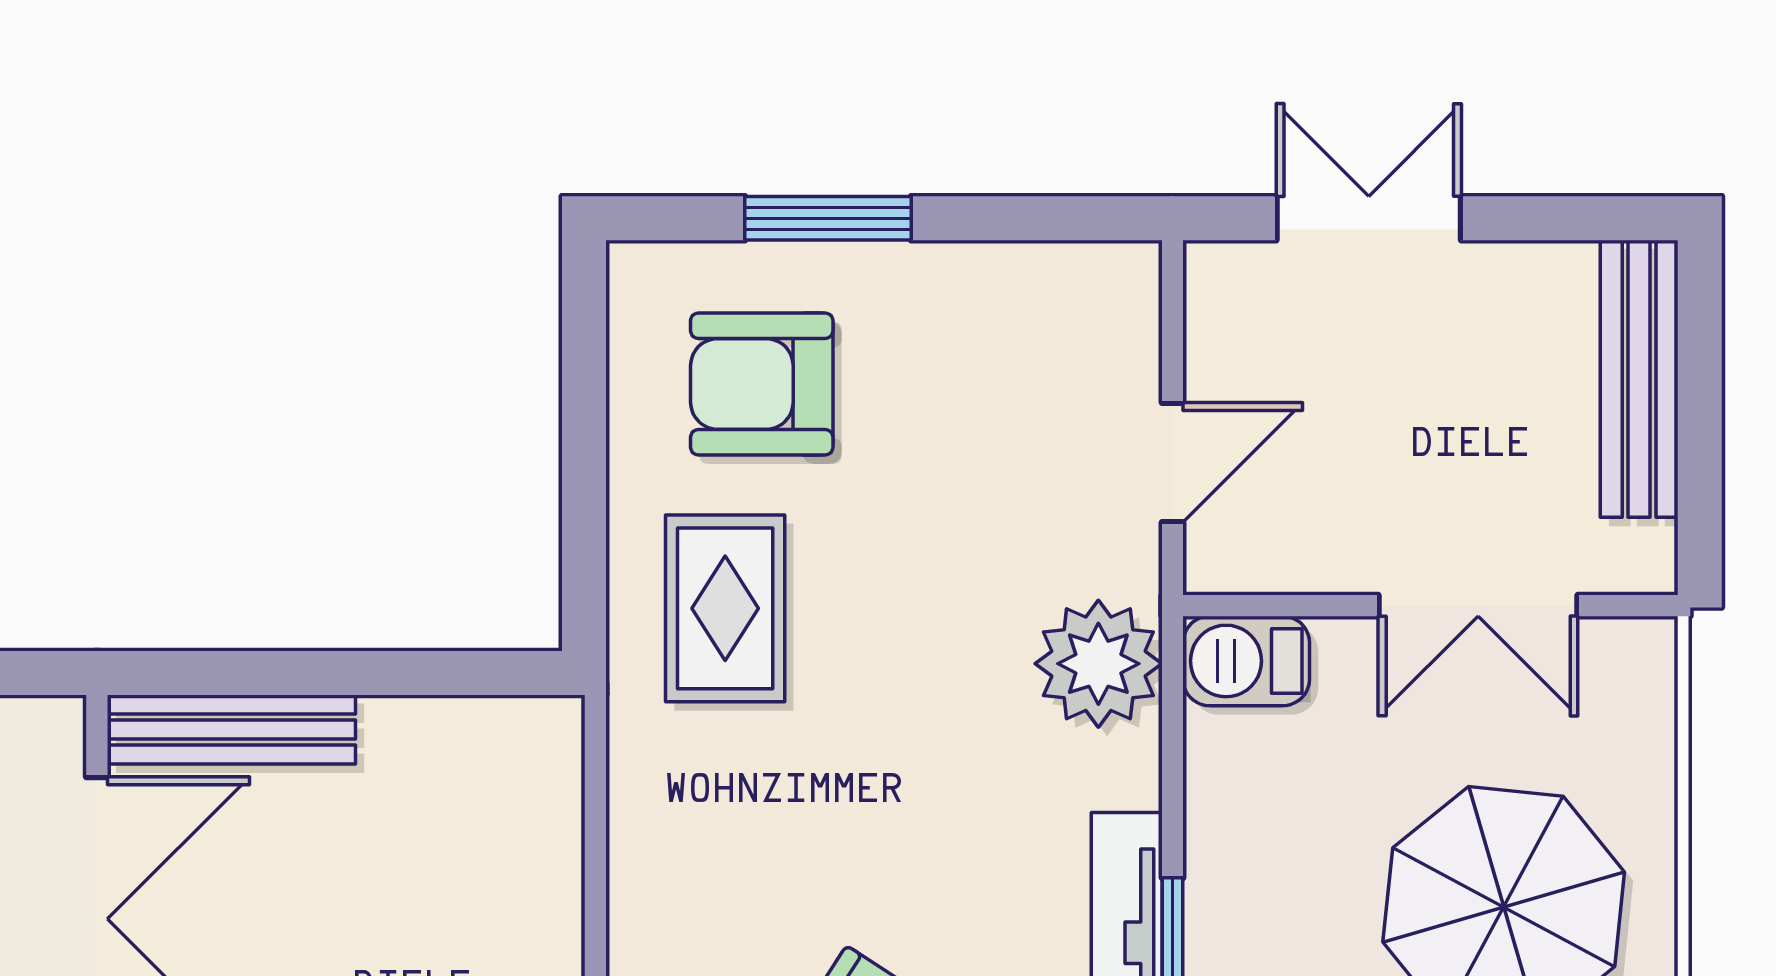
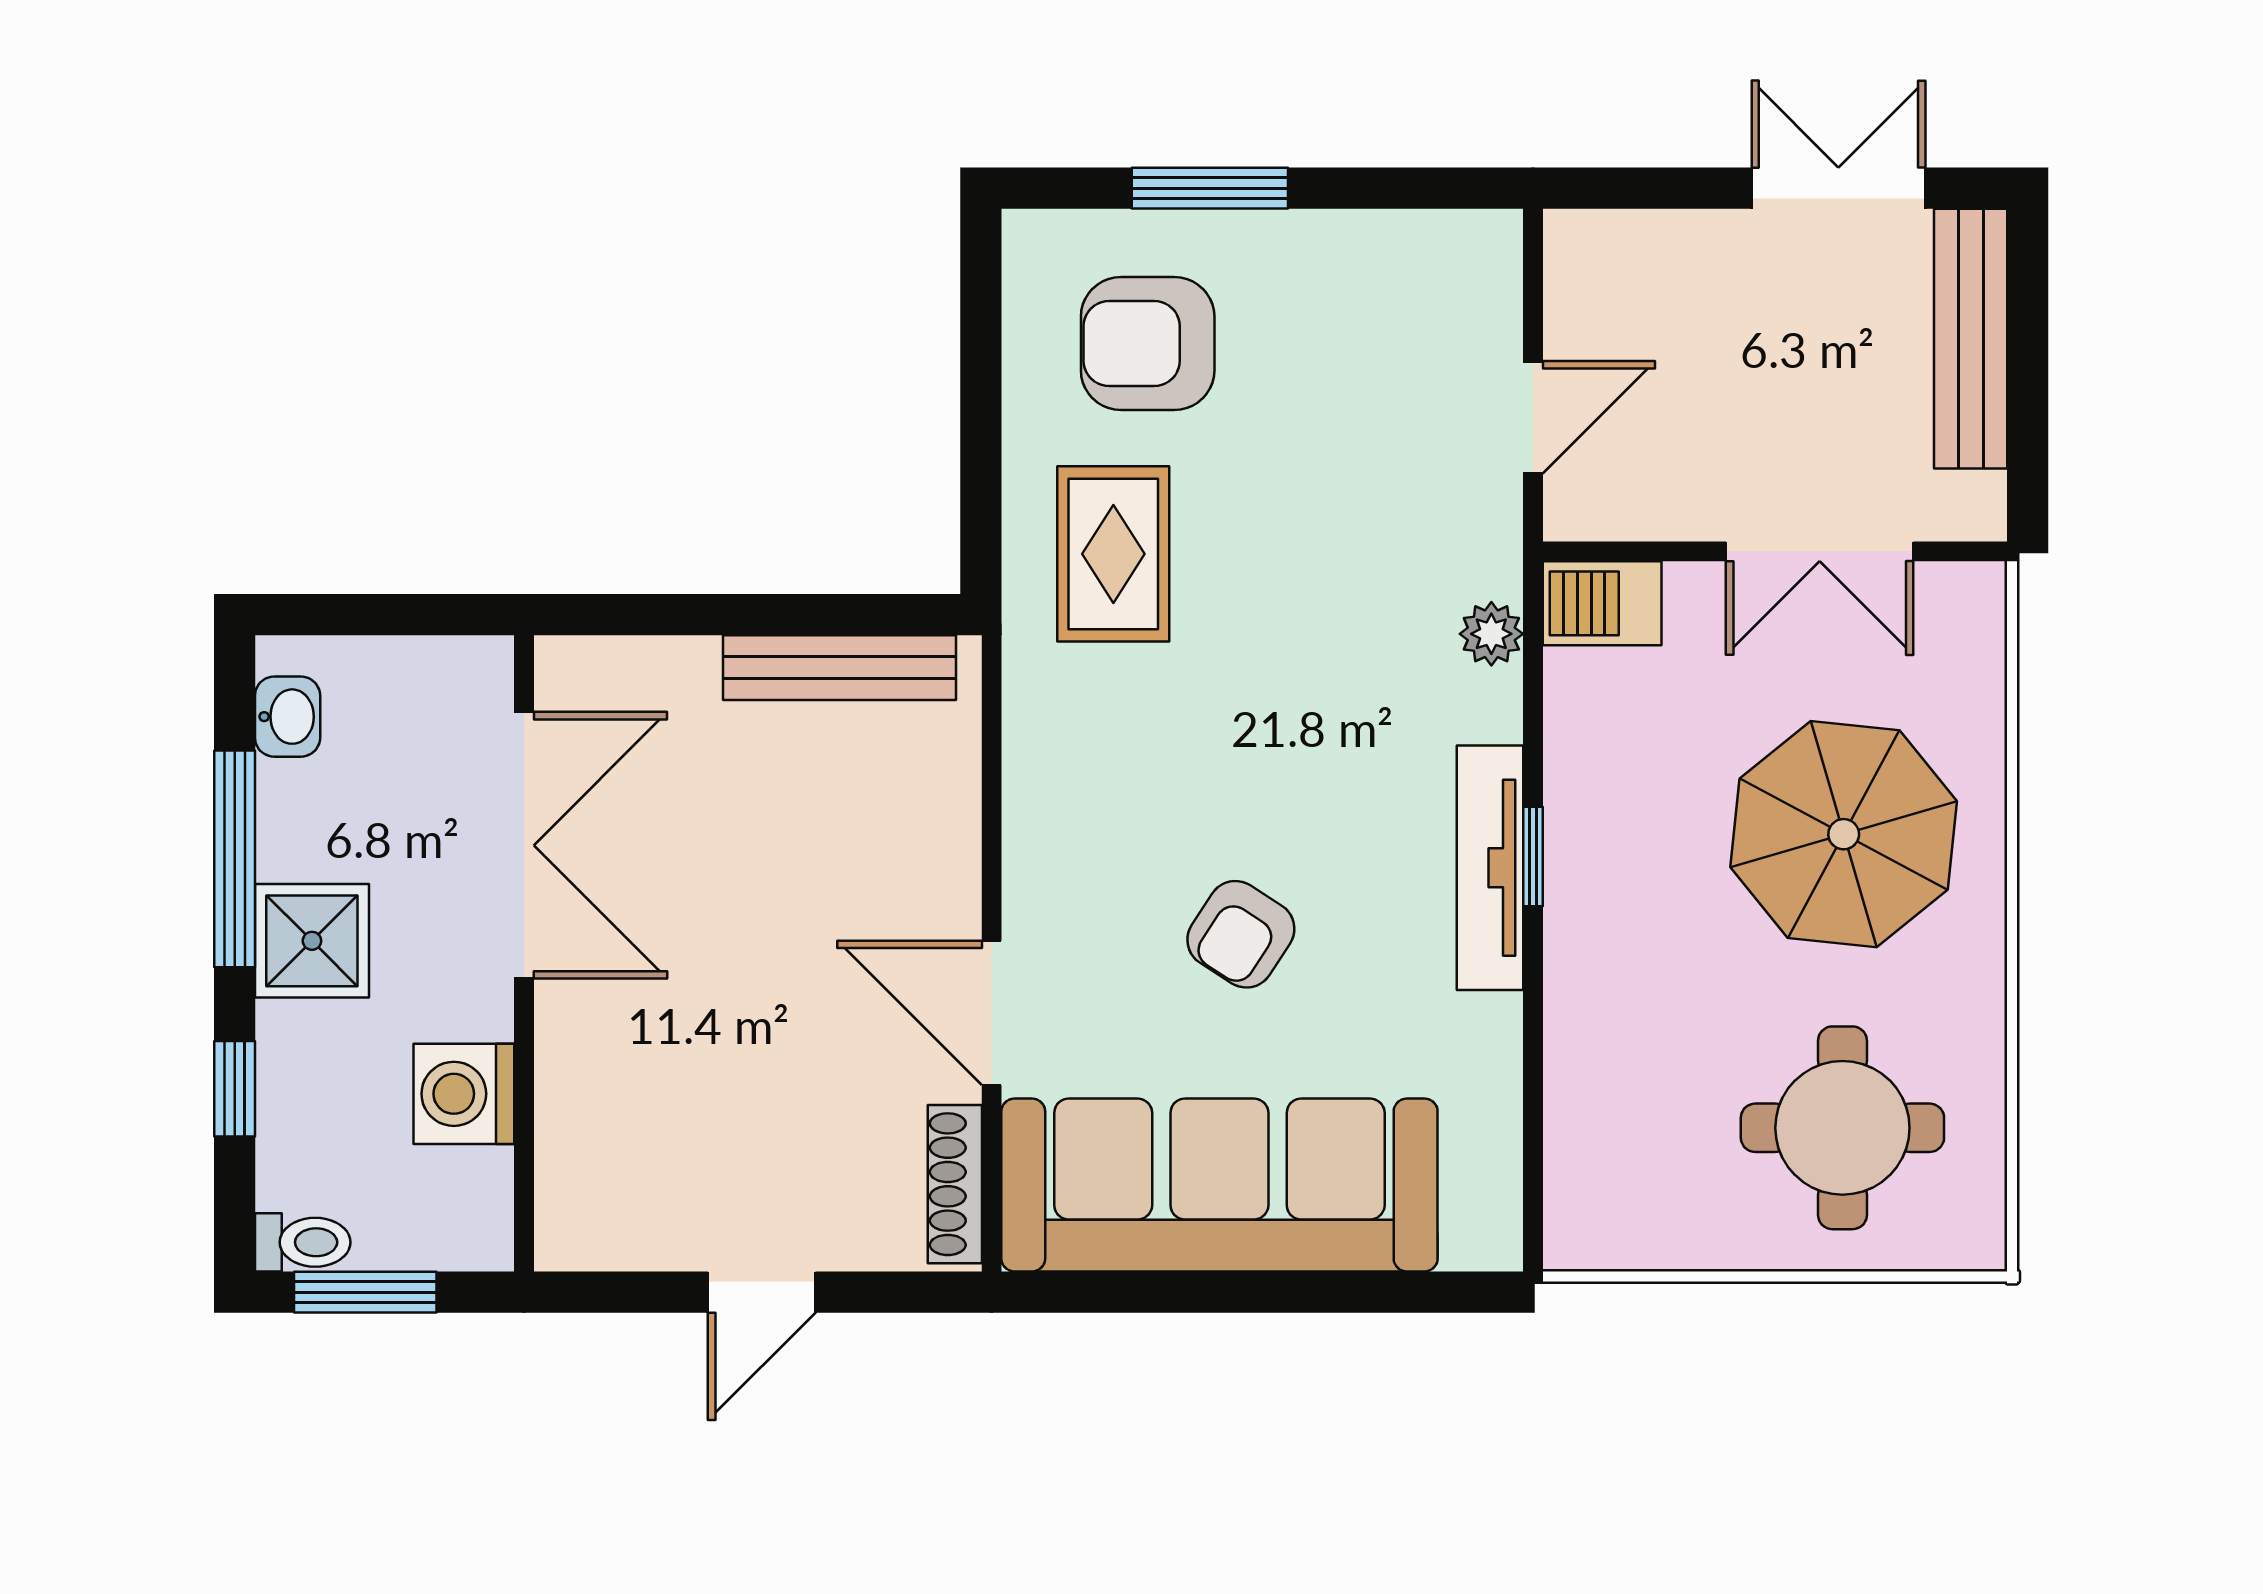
double door: (1369, 218) -> (1838, 188), moved
plant: (1098, 664) -> (1491, 634), width x0.53, depth x0.53
bench: (231, 729) -> (840, 668), moved

